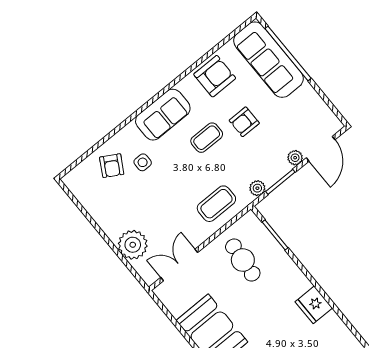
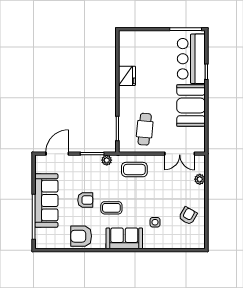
sofa: (268, 60) -> (46, 201), moved
plant: (295, 158) -> (74, 160), removed
armchair: (112, 166) -> (188, 216), moved
plant: (133, 245) -> (200, 179), width x0.53, depth x0.53

